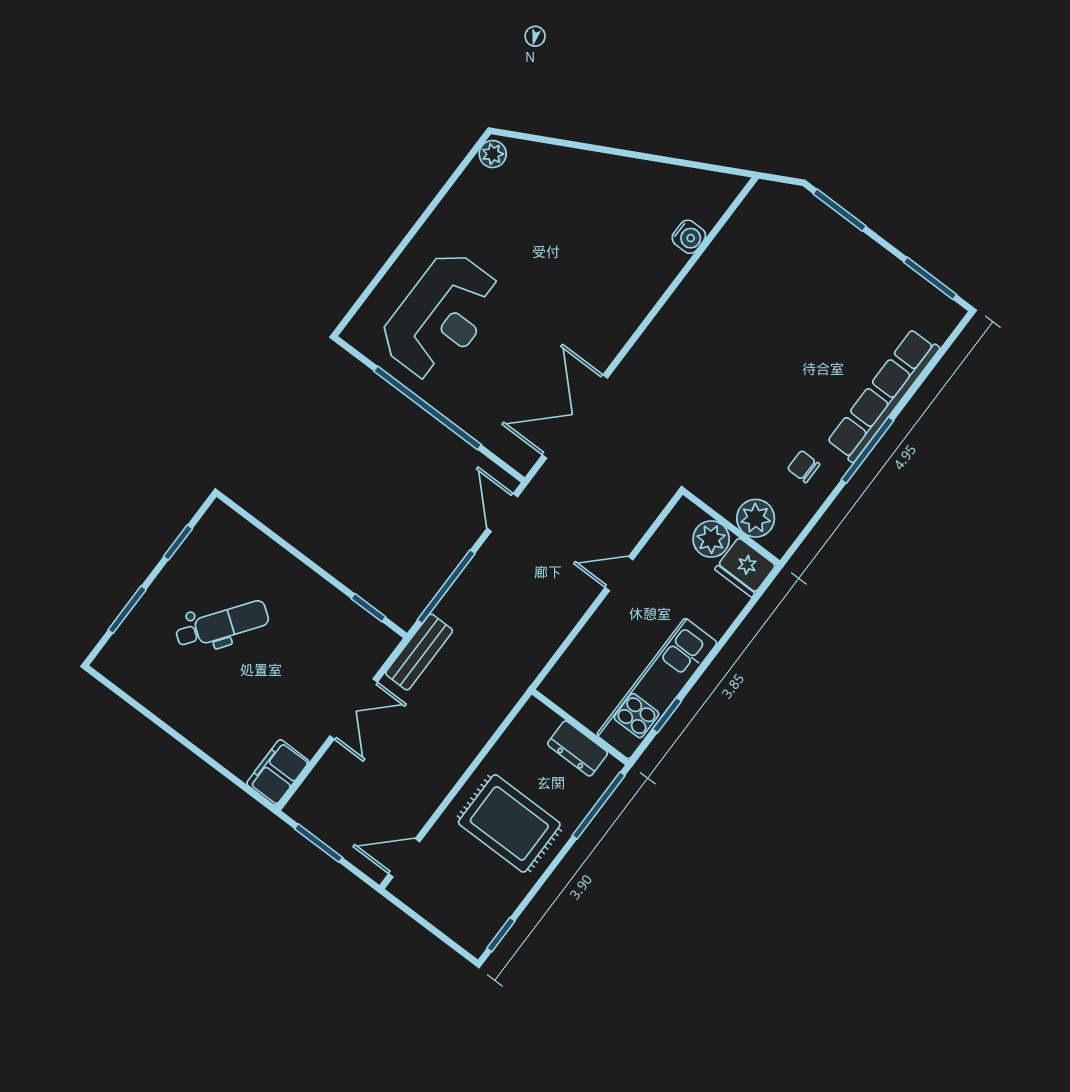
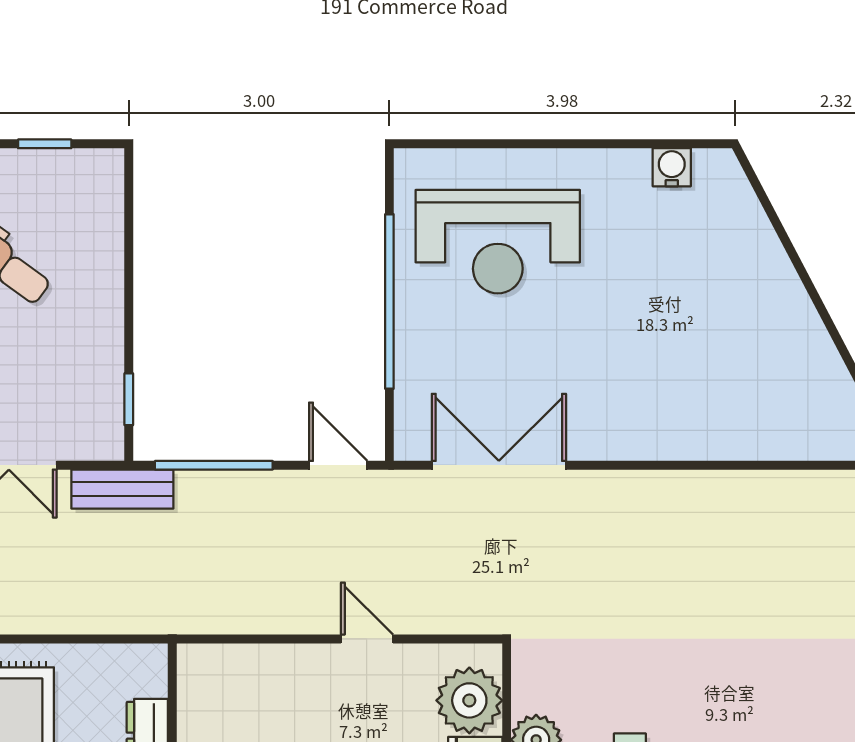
plant: (493, 154) -> (712, 166), removed
water cooler: (689, 237) -> (672, 167), moved, turned 180
door: (502, 512) -> (338, 465), hinge flipped
plant: (711, 539) -> (469, 700), width x1.36, depth x1.36

